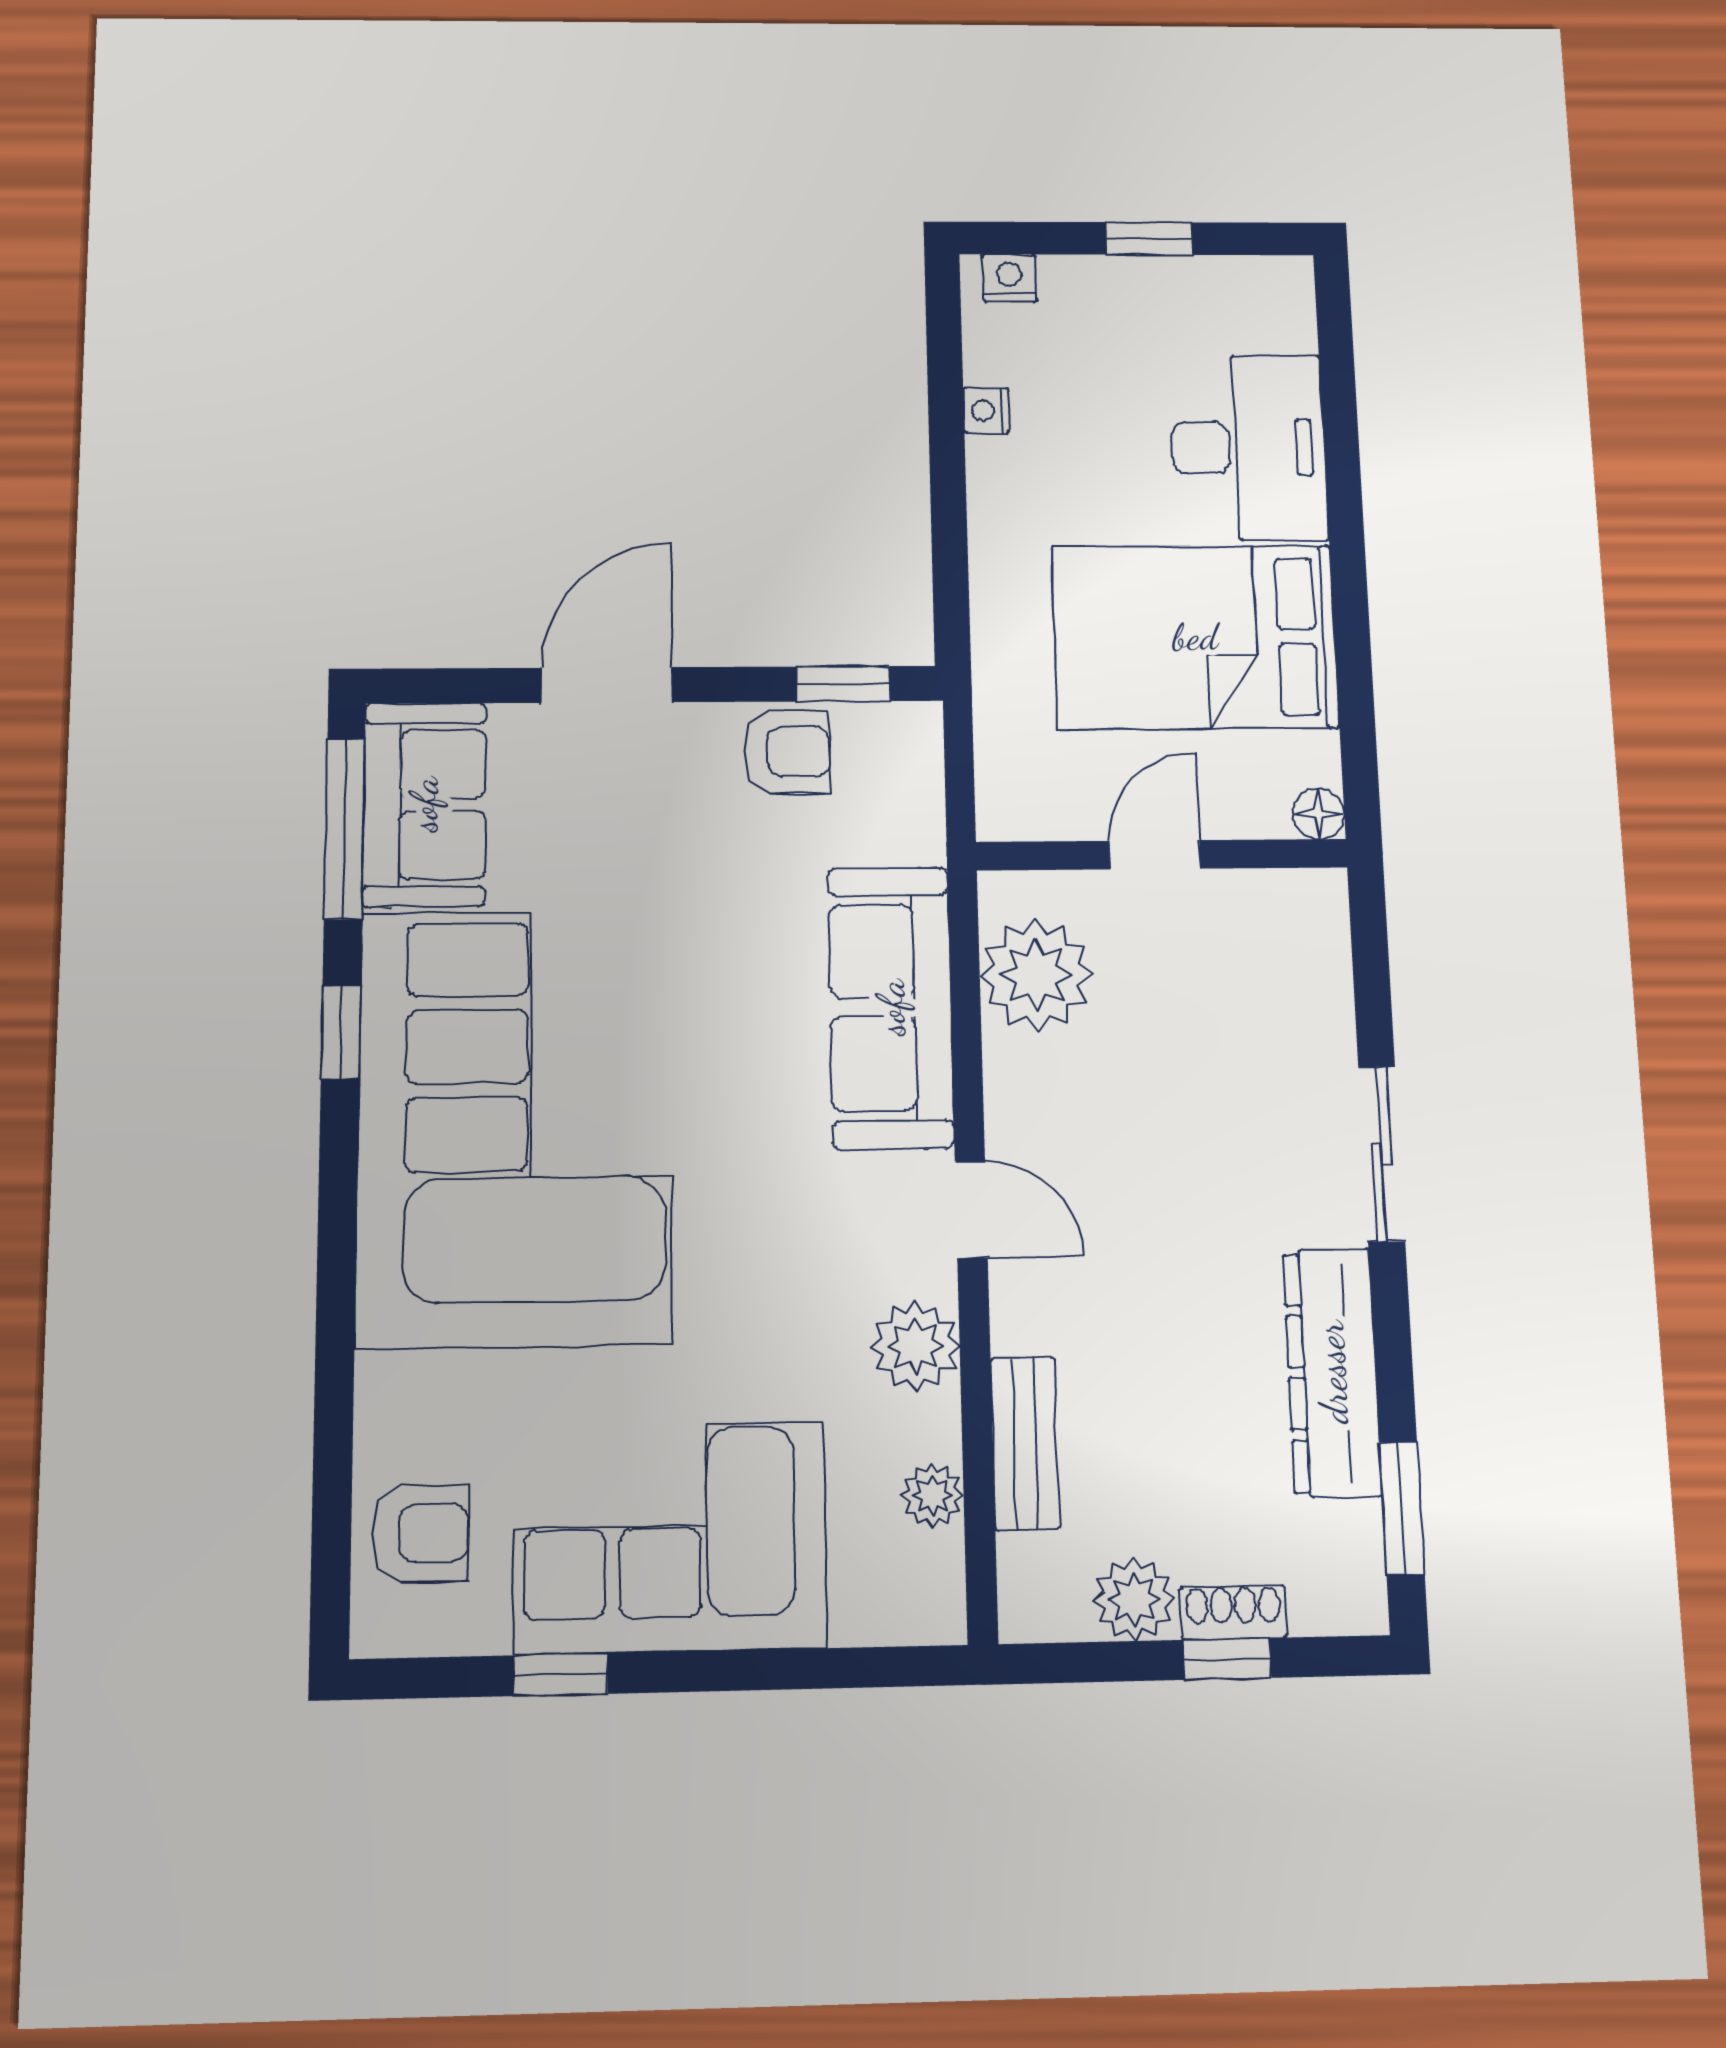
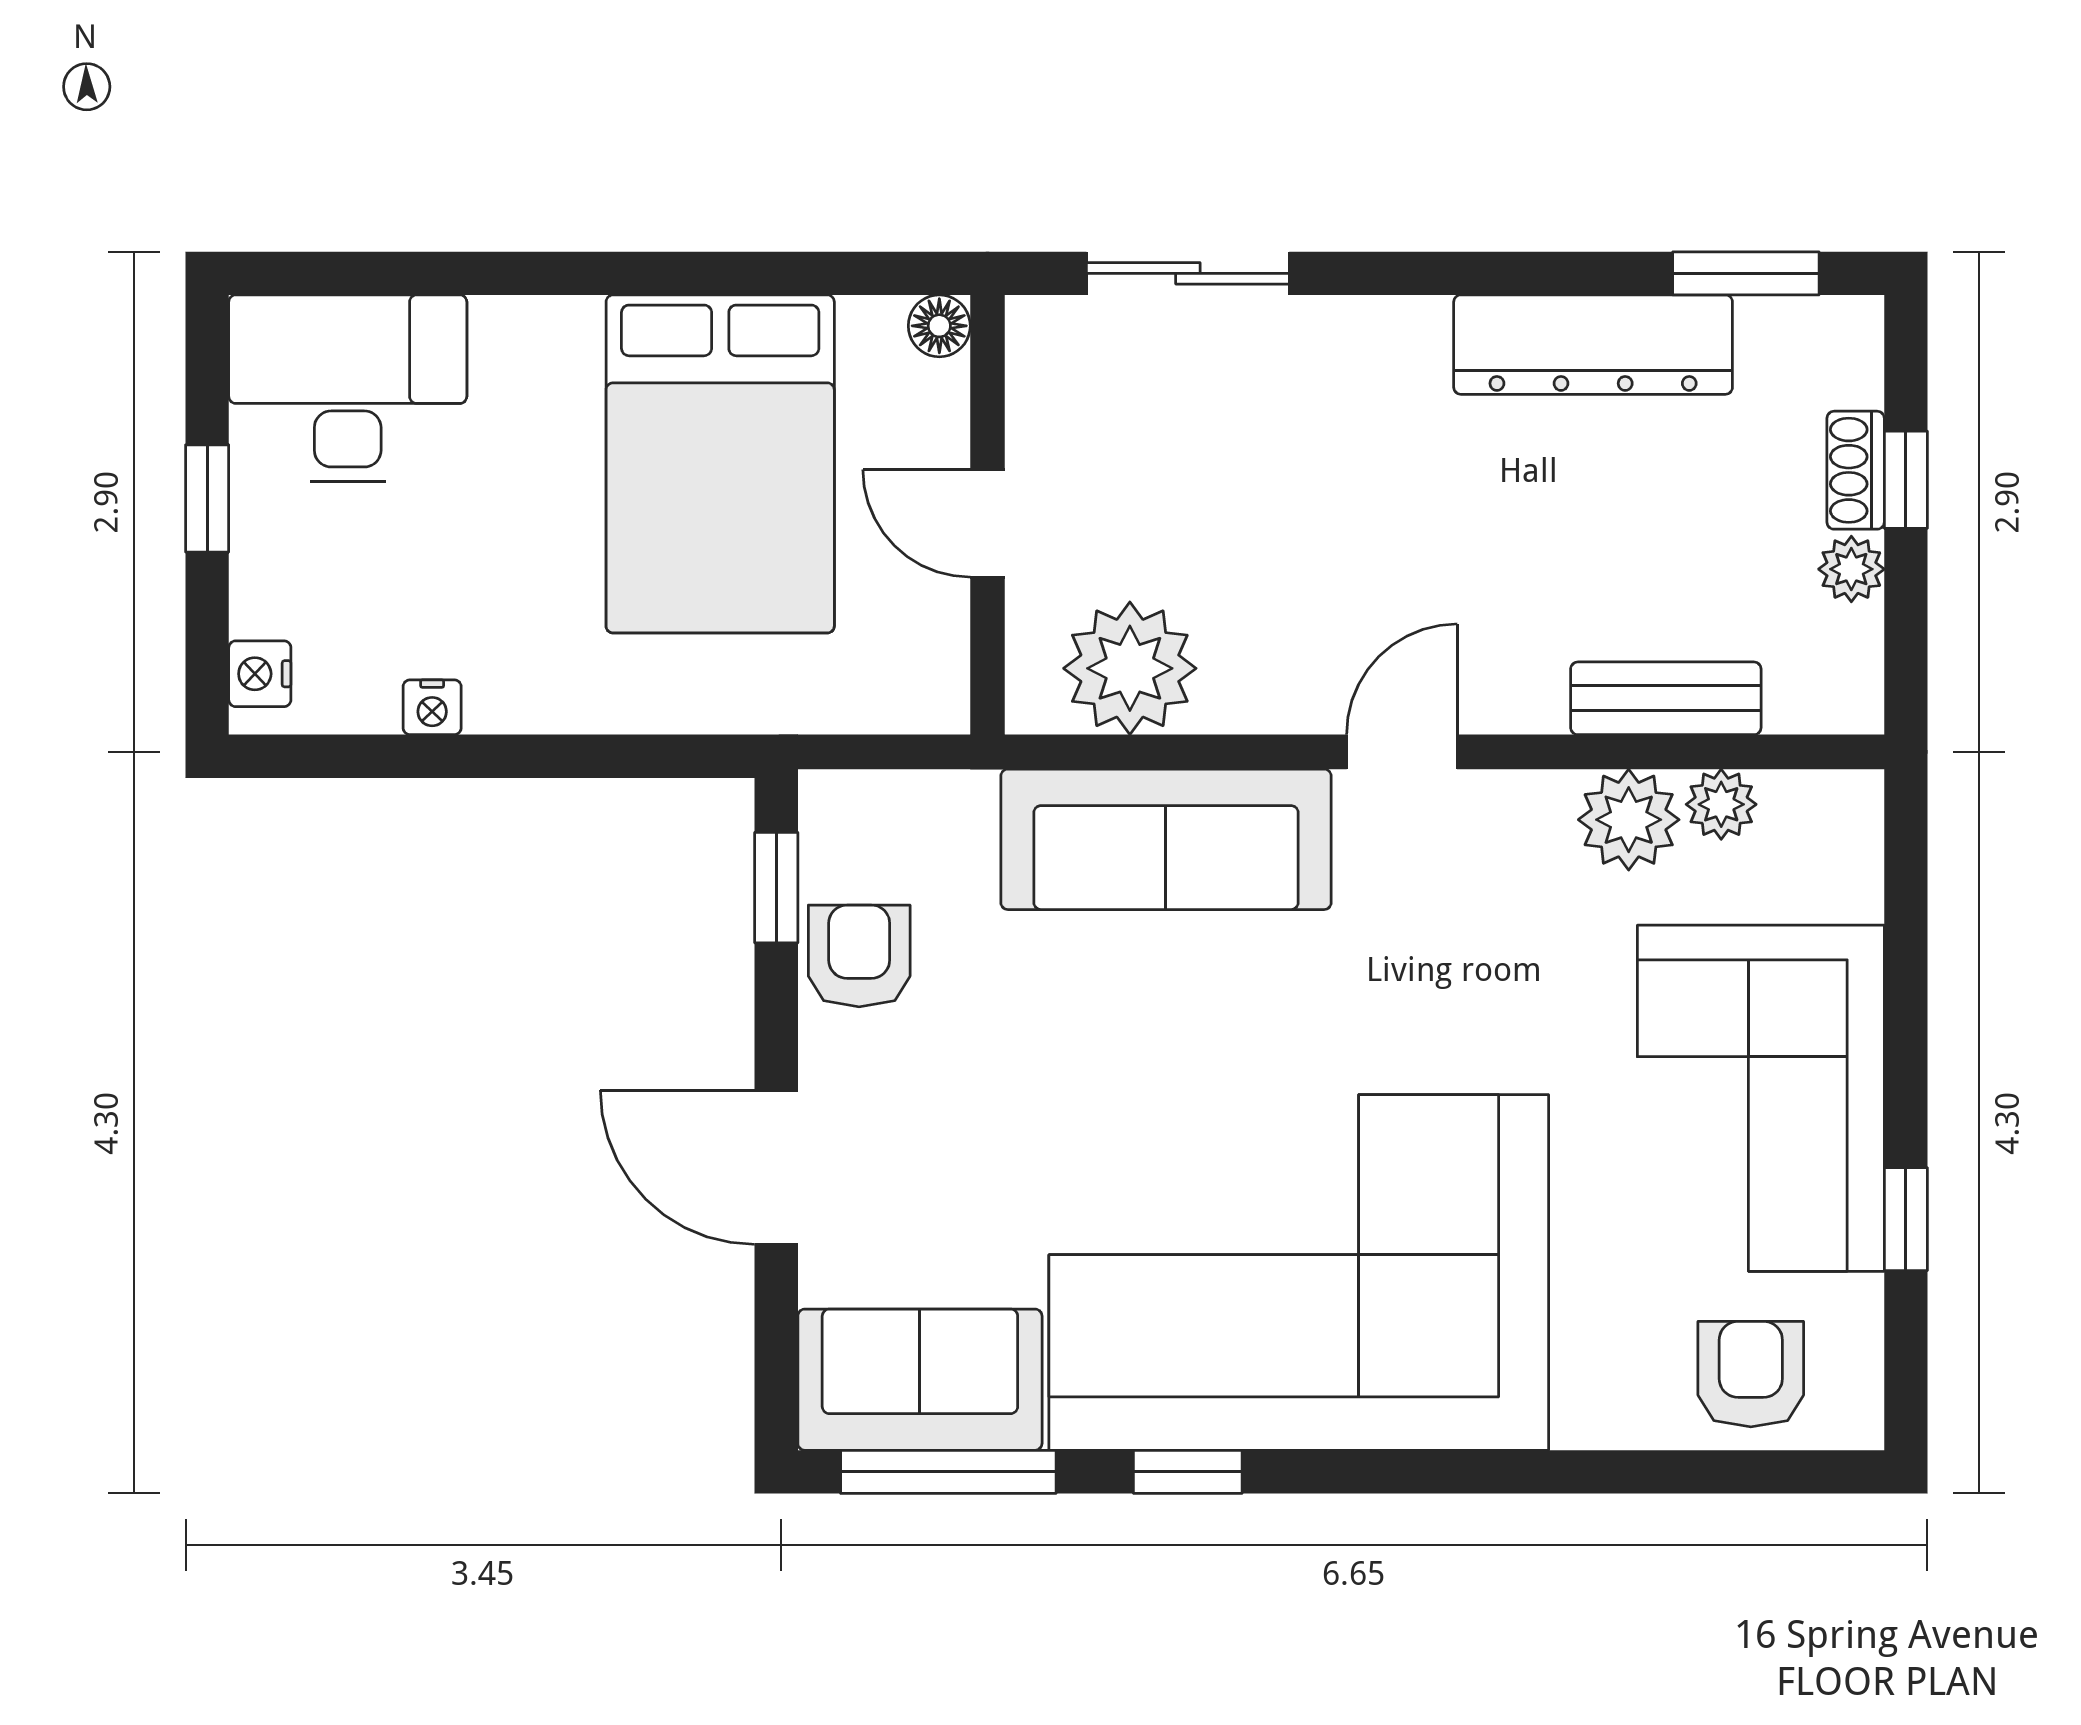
desk: (1248, 448) -> (348, 388), moved
sliding door: (1382, 1154) -> (1188, 273), moved
plant: (915, 1346) -> (1629, 820), moved
plant: (1134, 1599) -> (1851, 569), width x0.73, depth x0.73

